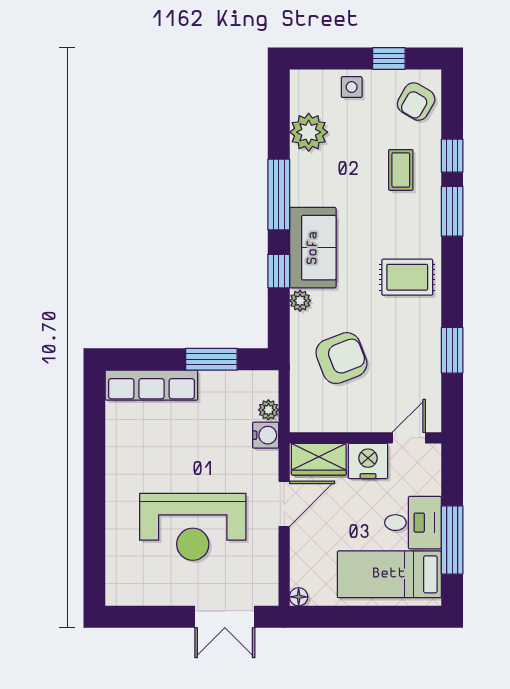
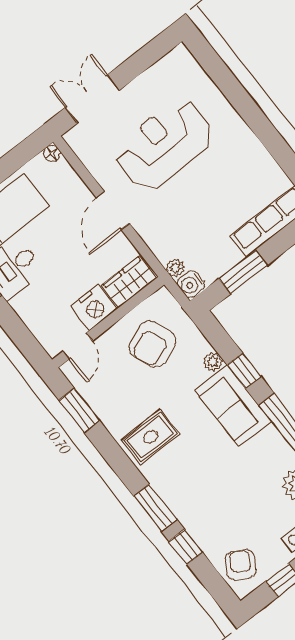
coffee table: (401, 170) -> (214, 509), removed
water cooler: (266, 435) -> (191, 284), moved
wall: (365, 438) -> (108, 322), moved
door: (409, 438) -> (78, 346), moved
wardrobe: (319, 459) -> (129, 282), moved
nightstand: (368, 461) -> (94, 307), moved

